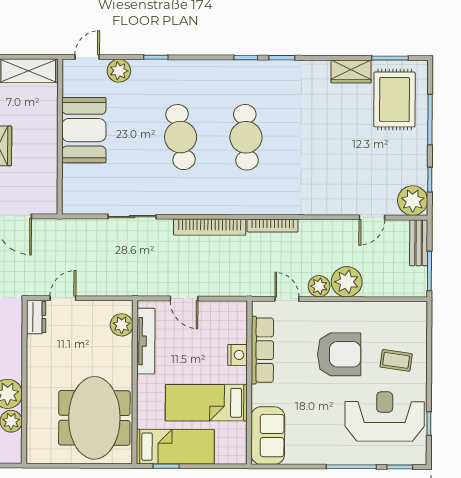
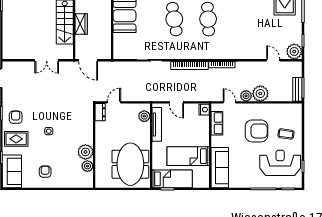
door: (372, 217) -> (273, 60), swing flipped
bench: (419, 243) -> (297, 89), moved
row of seats: (262, 350) -> (217, 123), width x0.68
nightstand: (238, 355) -> (204, 110), moved
sofa: (268, 436) -> (220, 168), width x1.36

